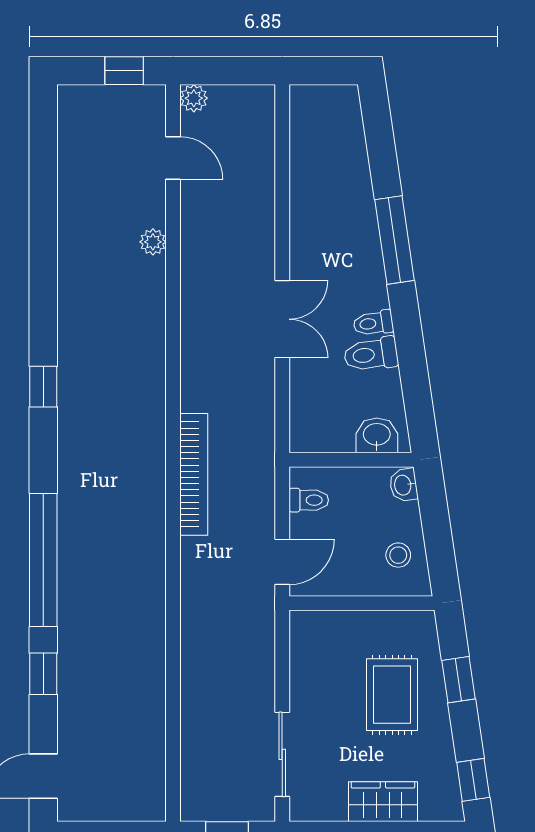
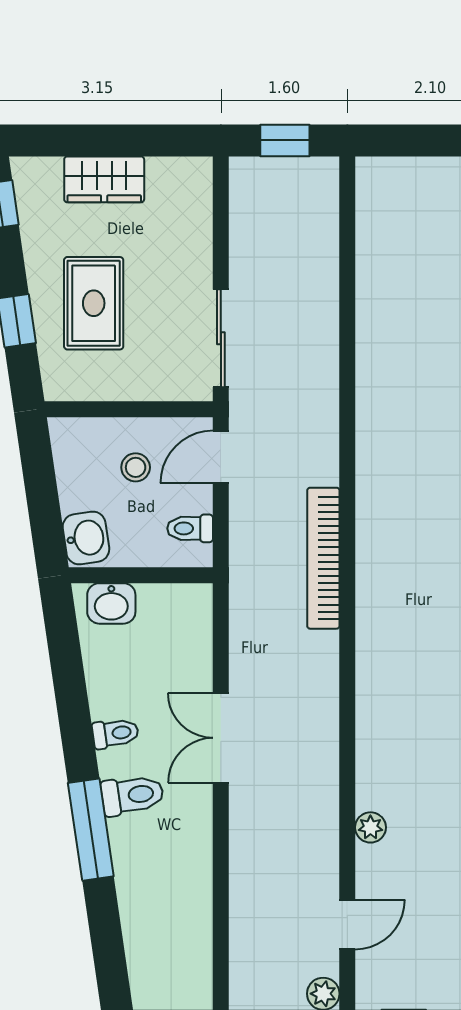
door: (173, 158) -> (347, 925), swing flipped
toilet: (371, 354) -> (132, 795), moved
washbasin: (403, 485) -> (86, 538), width x1.38, depth x1.45
stool: (398, 555) -> (136, 467), moved
sliding door: (282, 754) -> (221, 338), moved

